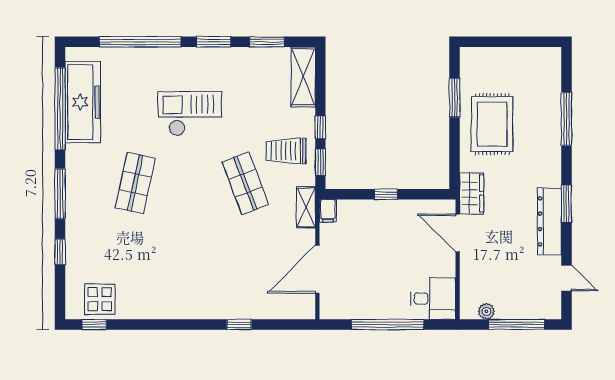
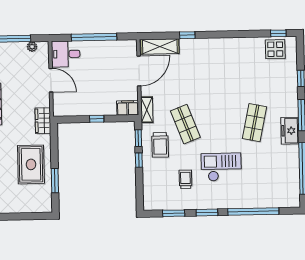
shelving: (303, 77) -> (160, 46), moved, turned 90
trolley: (247, 95) -> (186, 179), added
freezer: (83, 102) -> (290, 131), moved, width x0.52, depth x0.79
checkout: (190, 114) -> (221, 167), turned 180
trolley: (286, 151) -> (160, 145), turned 90
filing cabinet: (328, 211) -> (128, 108), width x2.00
door: (458, 233) -> (51, 80), moved

